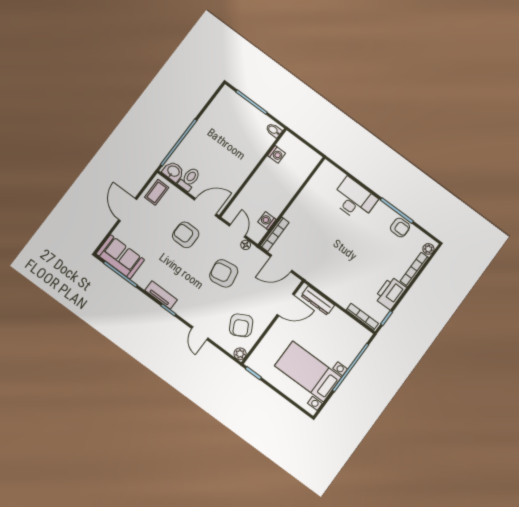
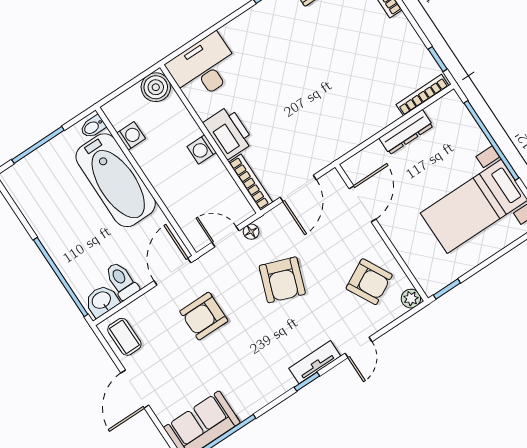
bathtub: (247, 155) -> (116, 180), added
boiler: (310, 159) -> (156, 87), added
desk: (354, 199) -> (204, 68), moved
door: (128, 210) -> (135, 389), hinge flipped
washing machine: (267, 221) -> (202, 149), moved
armchair: (224, 273) -> (282, 280), turned -60
printer: (390, 293) -> (228, 133), moved, turned 180
tv unit: (161, 295) -> (315, 362), moved
dresser: (318, 301) -> (406, 132), moved
door: (200, 333) -> (358, 347), hinge flipped

